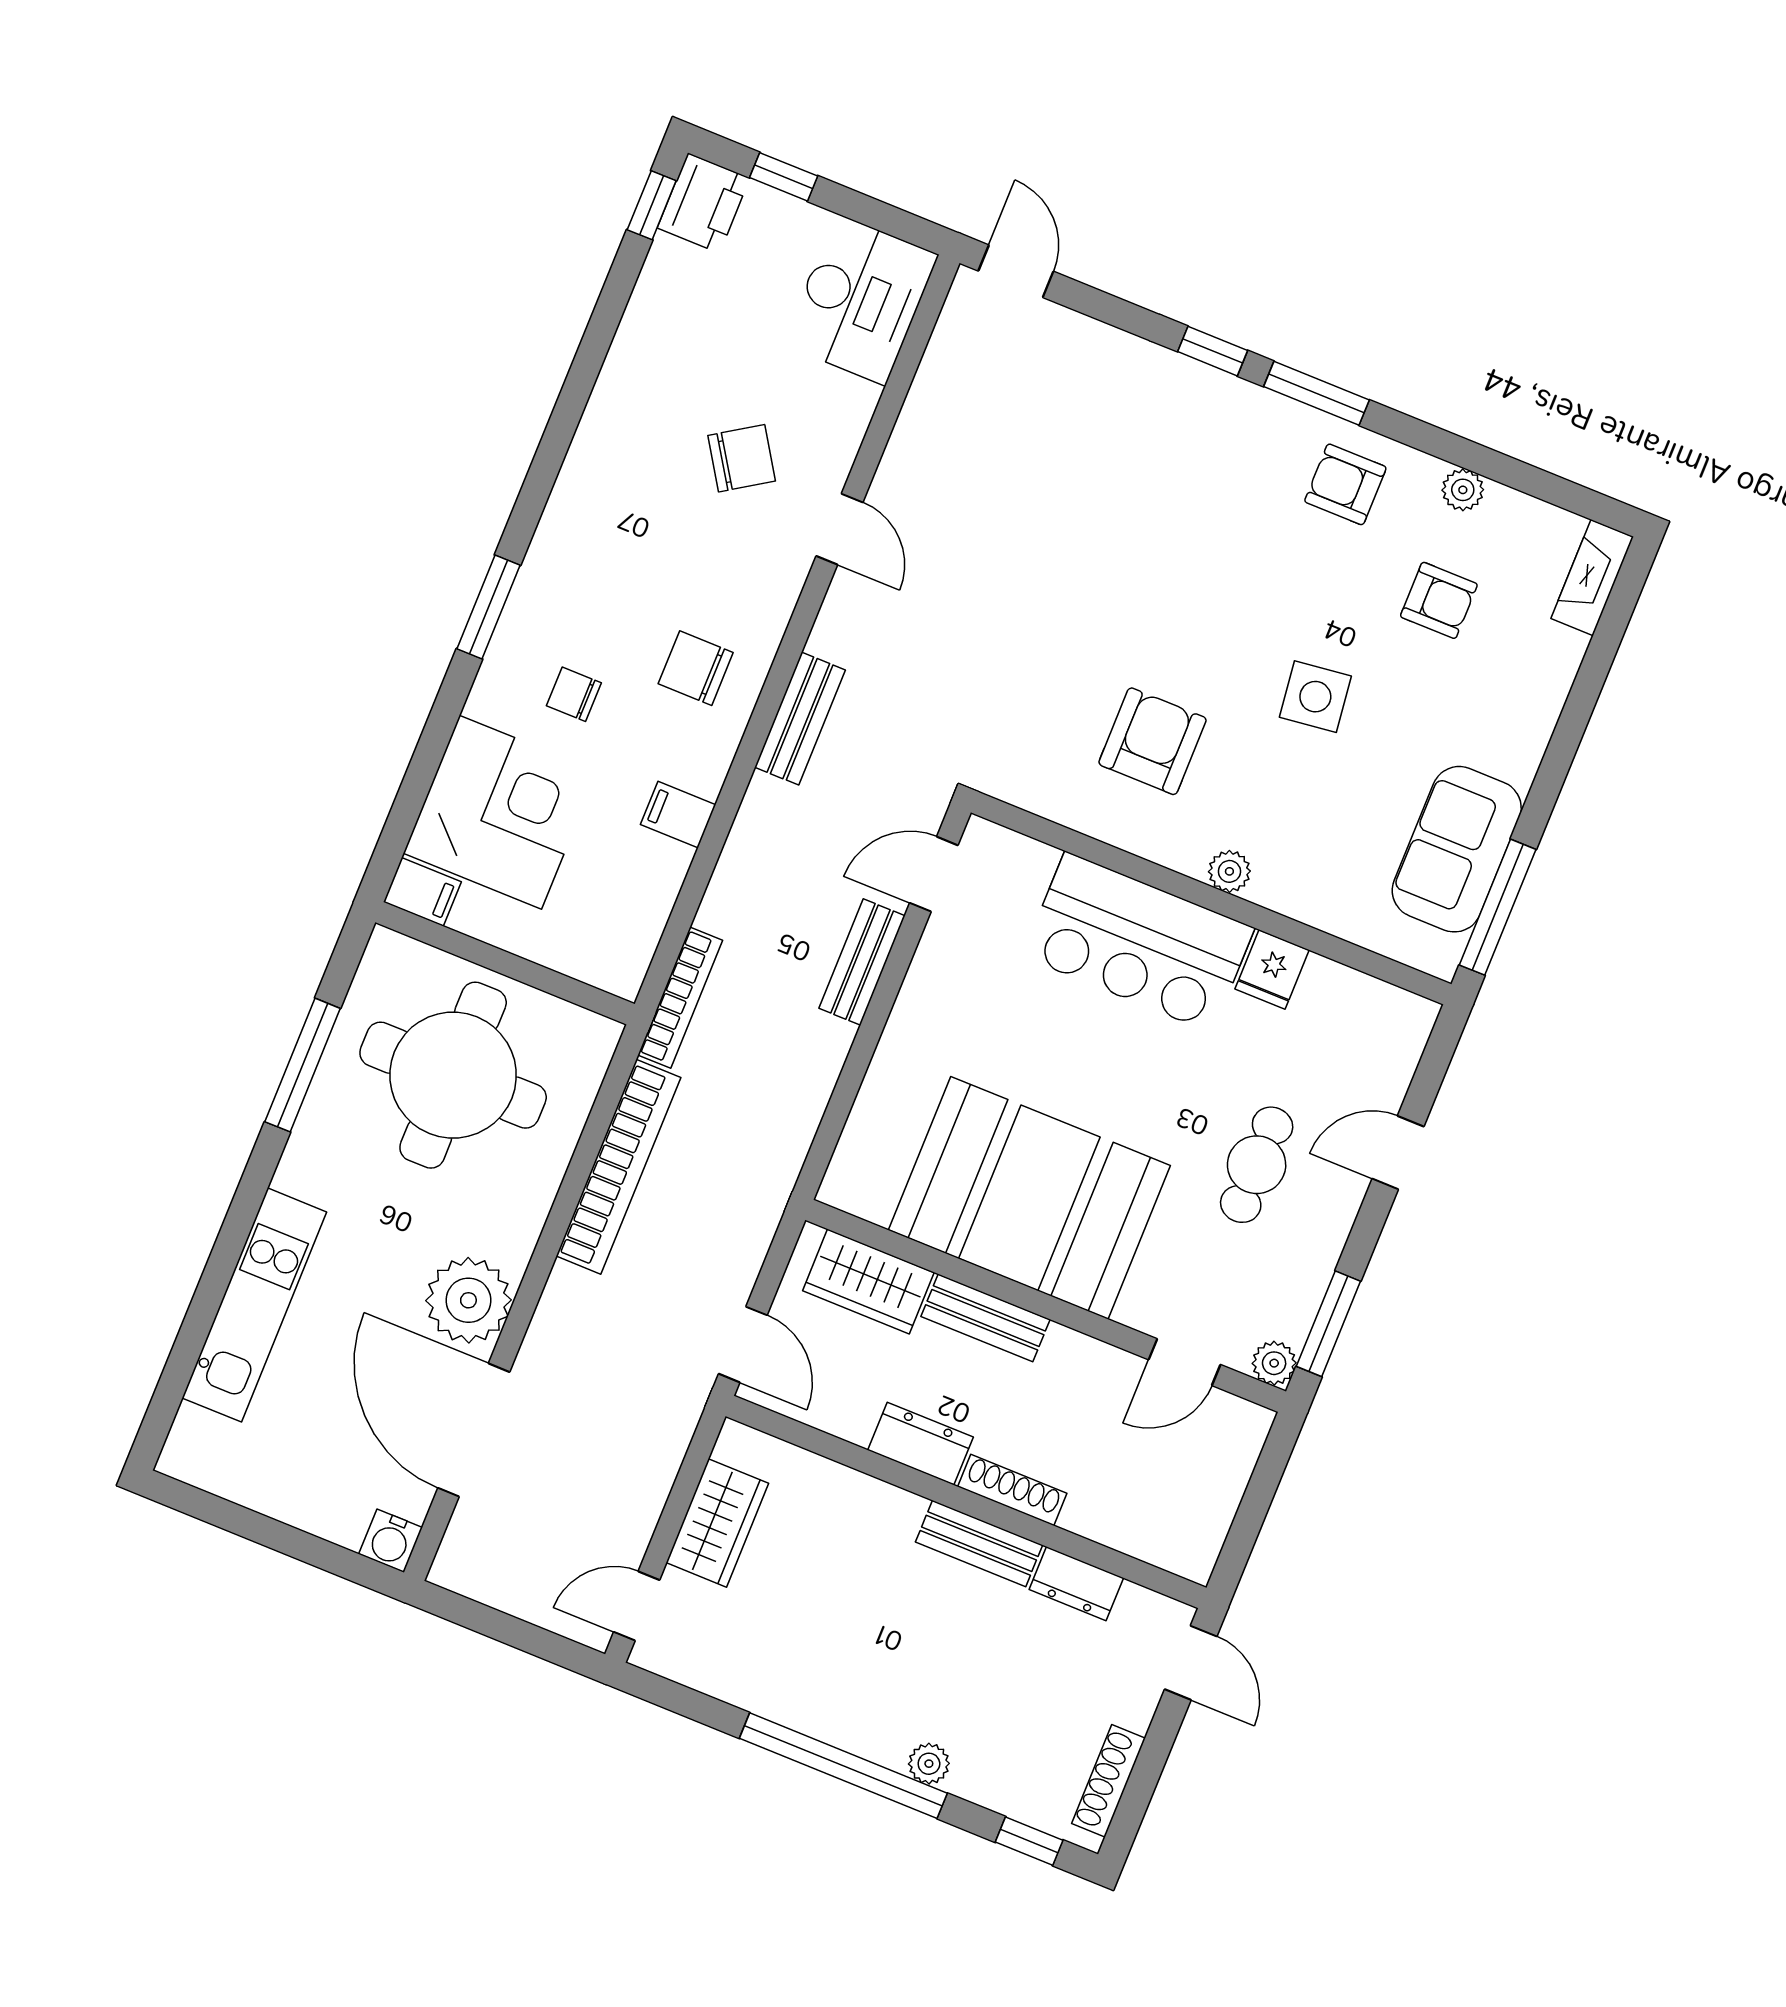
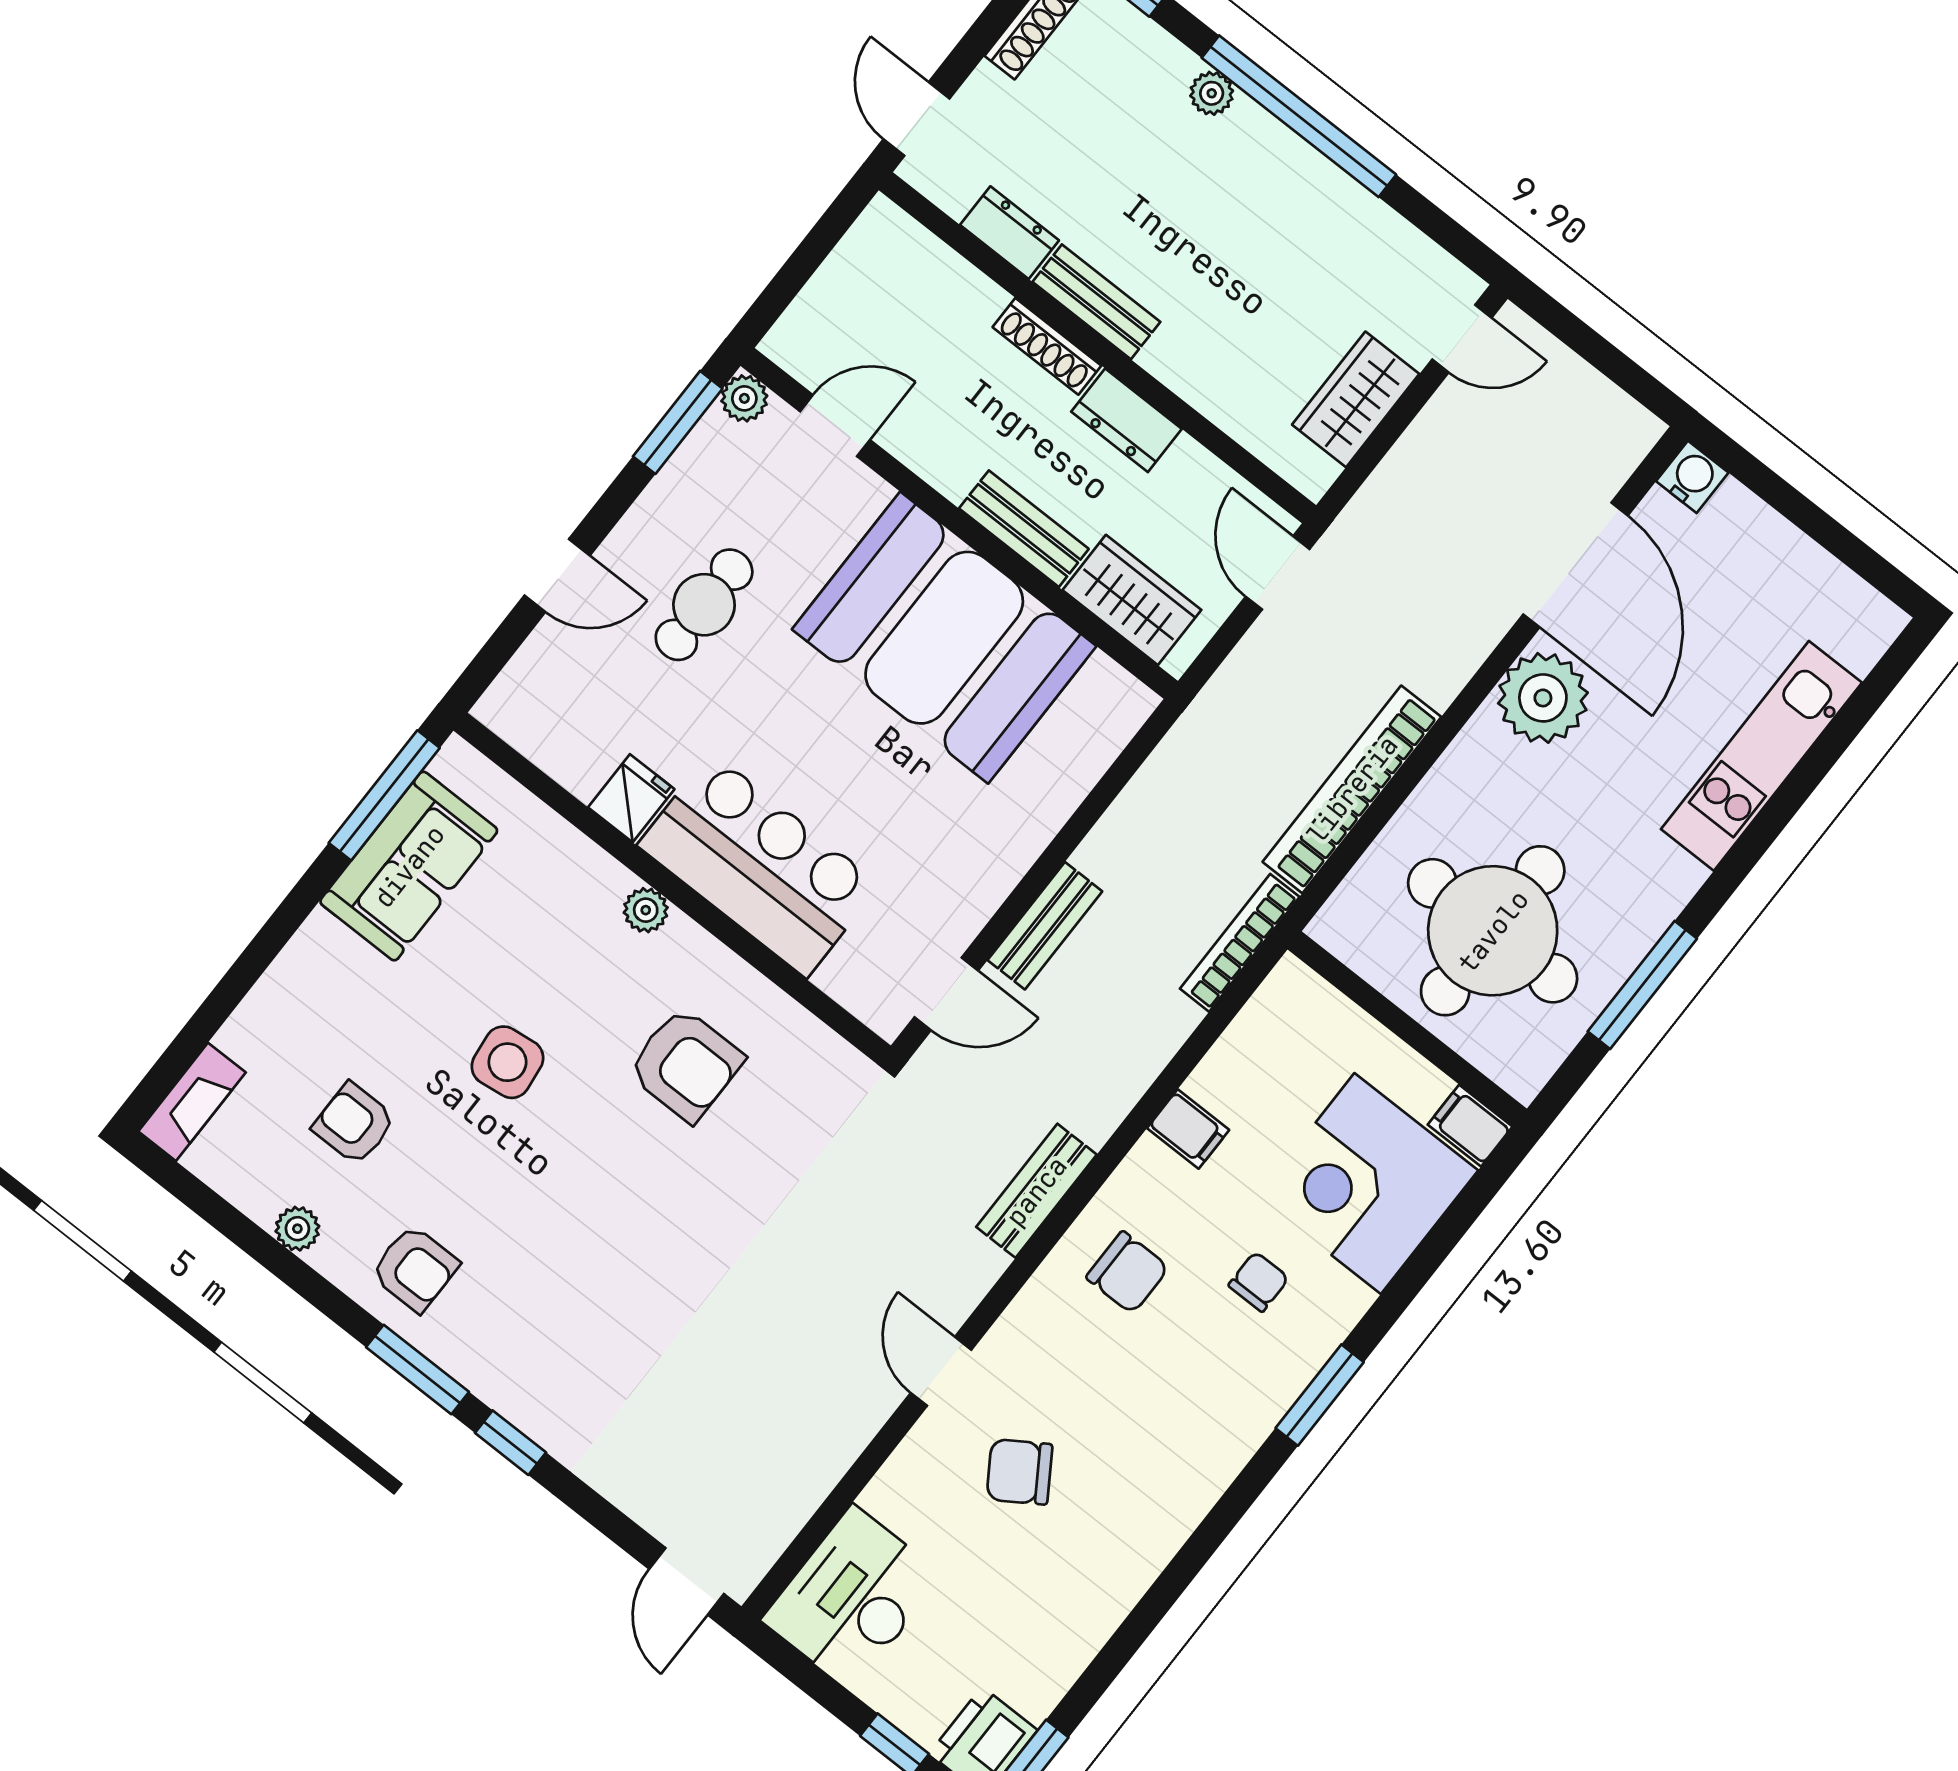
chair: (574, 694) -> (1259, 1282), turned -90
armchair: (1152, 741) -> (686, 1065), turned -90

